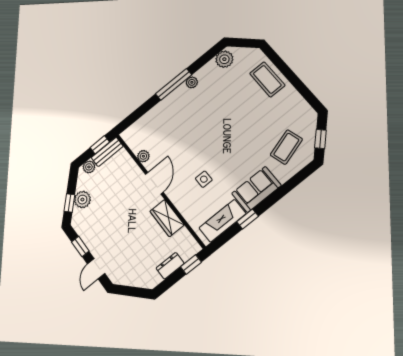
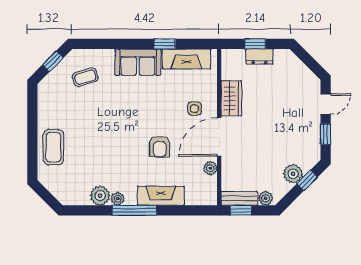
plant: (224, 59) -> (100, 196), moved
fireplace: (163, 109) -> (161, 196), added
armchair: (191, 142) -> (160, 146), added
coffee table: (286, 147) -> (85, 77), width x0.73, depth x0.77
side table: (204, 179) -> (194, 109), moved
door: (154, 183) -> (219, 137), width x1.36
window: (191, 264) -> (255, 44), moved

